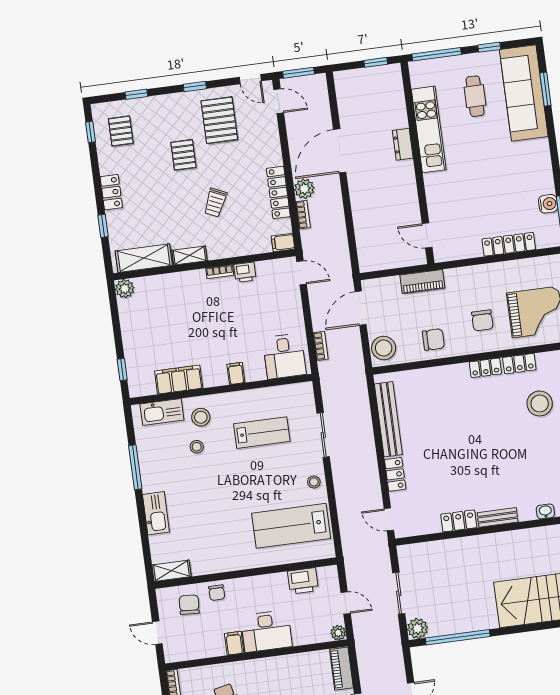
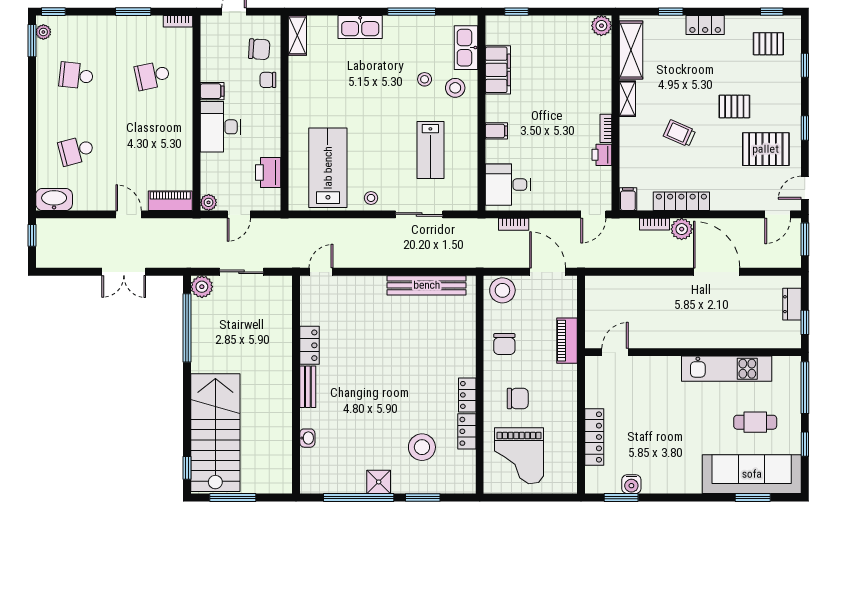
dresser: (403, 144) -> (792, 304), moved, turned -90
chair: (482, 320) -> (518, 398), turned 180
locker: (395, 474) -> (368, 285), removed

